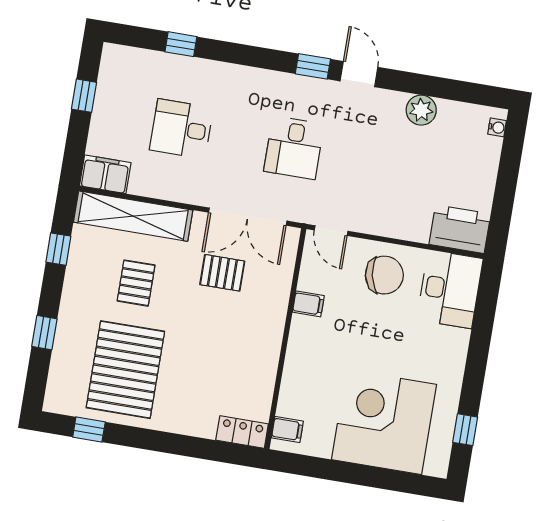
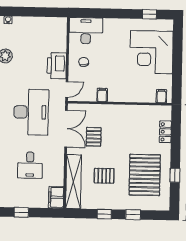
desk: (294, 148) -> (31, 112), width x1.87, depth x1.30
printer: (460, 229) -> (57, 66), moved
window: (58, 249) -> (104, 214), moved
chair: (384, 275) -> (84, 62), width x0.54, depth x0.54
pallet: (125, 370) -> (145, 175), turned 90
window: (89, 429) -> (175, 175), moved
locker: (242, 432) -> (165, 132), moved

